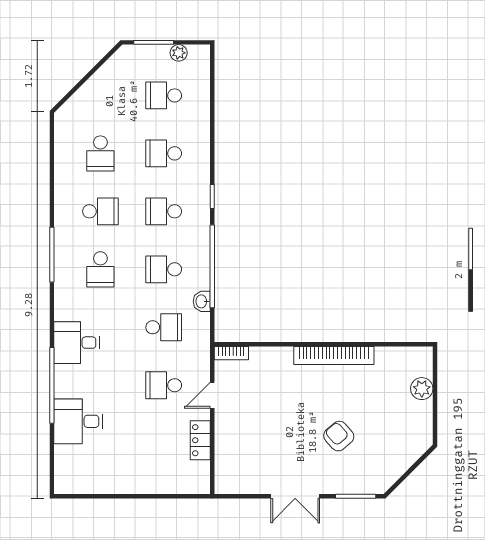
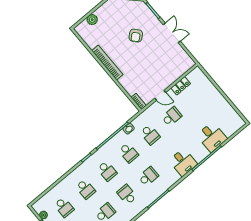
school desk: (164, 327) -> (150, 135), turned 180
school desk: (164, 385) -> (172, 117), turned -90

